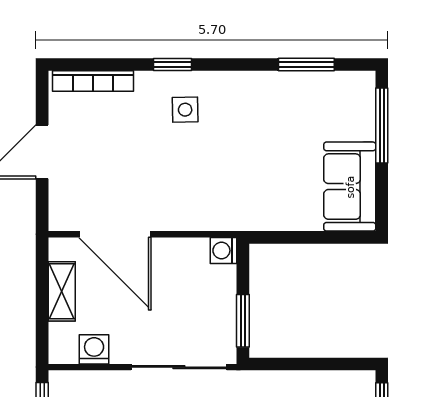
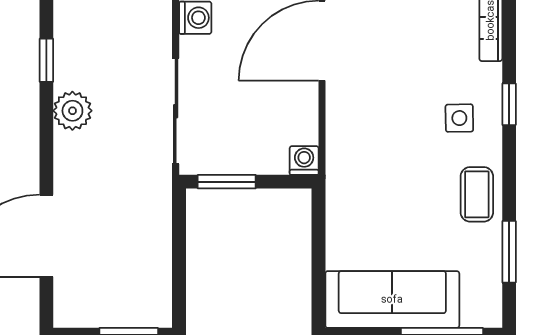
coffee table: (254, 94) -> (477, 194), added
sofa: (350, 187) -> (392, 300), width x1.36

